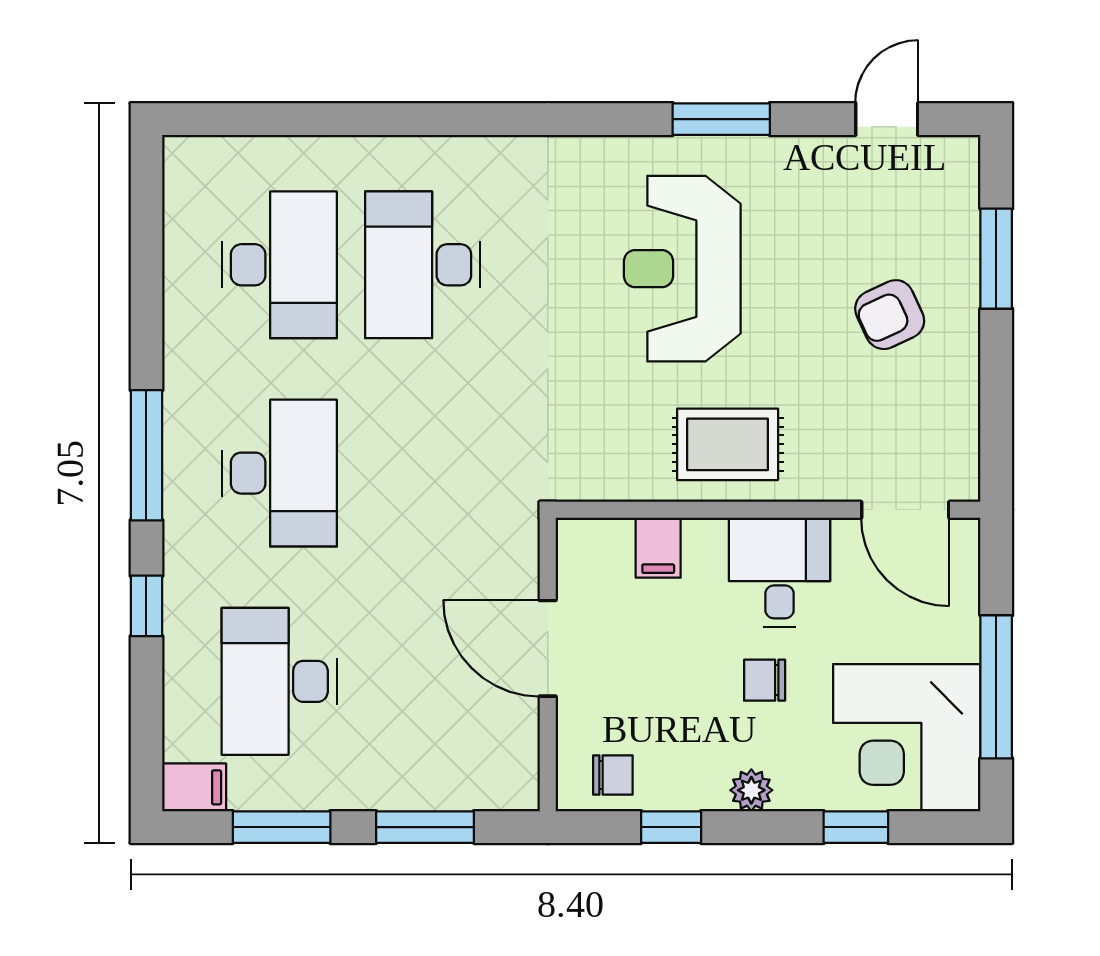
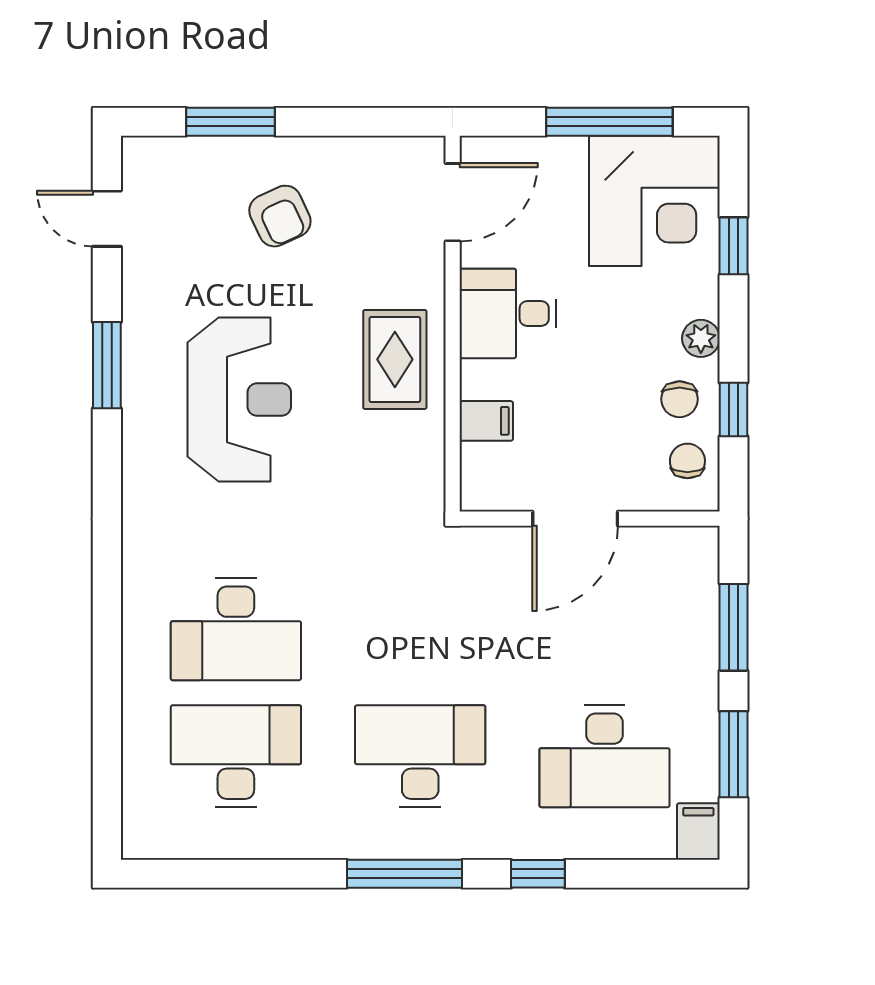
reception desk: (682, 269) -> (239, 399), turned -90
chair: (765, 680) -> (680, 399), moved

